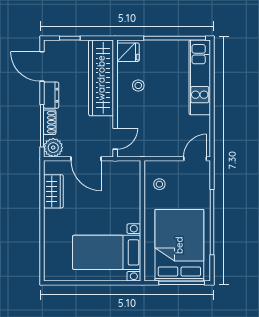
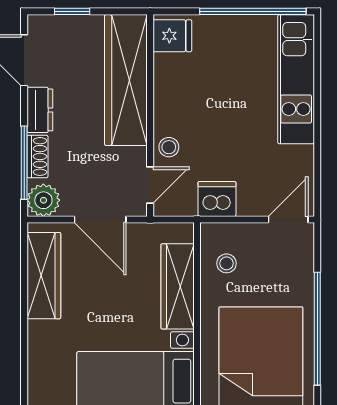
stool: (138, 85) -> (169, 147), moved
dishwasher: (154, 147) -> (217, 199), added
wardrobe: (53, 191) -> (44, 276), width x1.50
wardrobe: (131, 198) -> (178, 286), added

